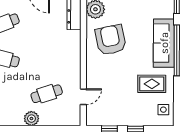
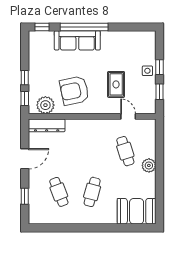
rug: (152, 84) -> (116, 84), moved
side table: (163, 110) -> (147, 71), moved

